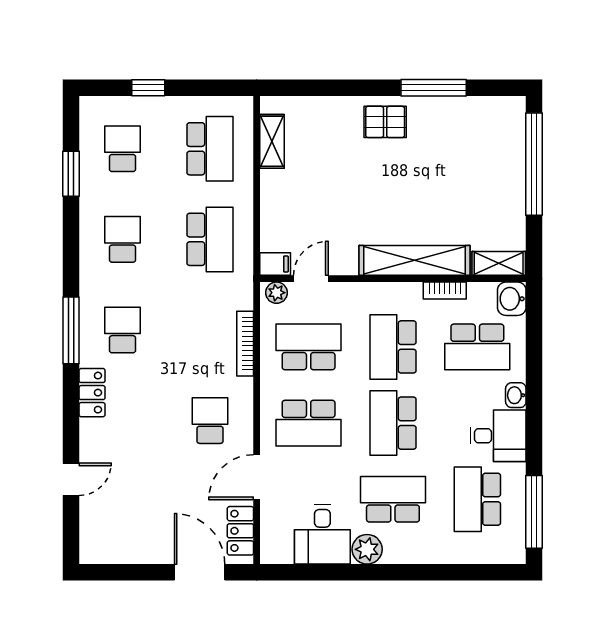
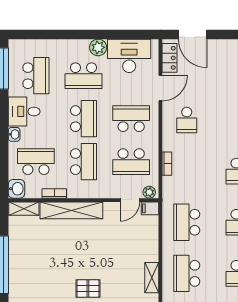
bookcase: (245, 344) -> (167, 164), width x0.64
desk: (322, 534) -> (129, 56), width x1.37

